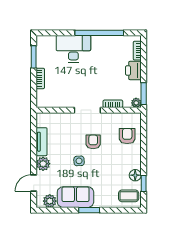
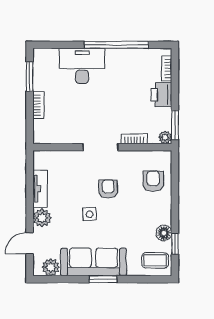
sofa: (75, 197) -> (94, 262), width x1.36

